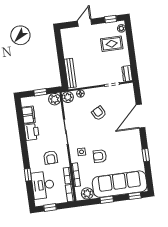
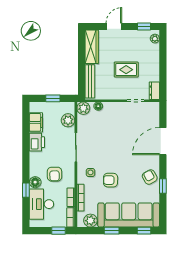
wardrobe: (68, 43) -> (92, 47), added
rug: (112, 44) -> (126, 70), moved
plant: (55, 99) -> (68, 120), moved
armchair: (99, 113) -> (150, 177), moved
floor lamp: (35, 167) -> (35, 182), added
window: (50, 207) -> (59, 231), moved

